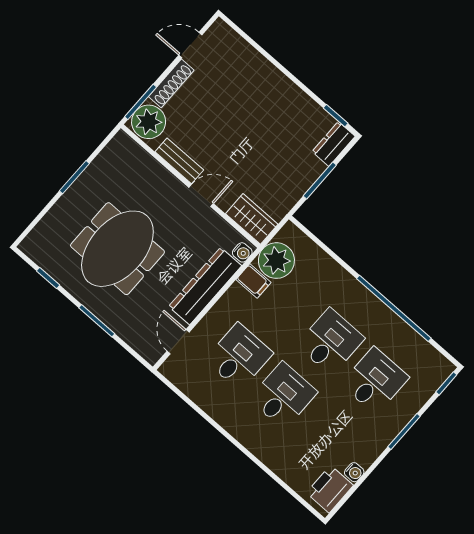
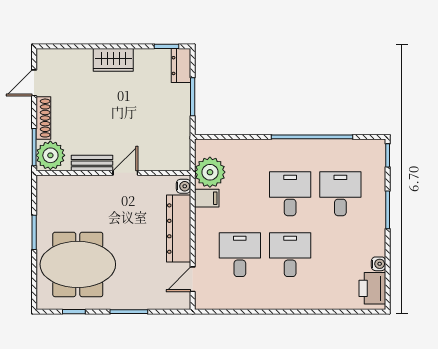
wardrobe: (252, 219) -> (113, 60), moved, turned 180
meeting table: (117, 249) -> (78, 264), moved, turned 90
door: (178, 342) -> (193, 279), hinge flipped

